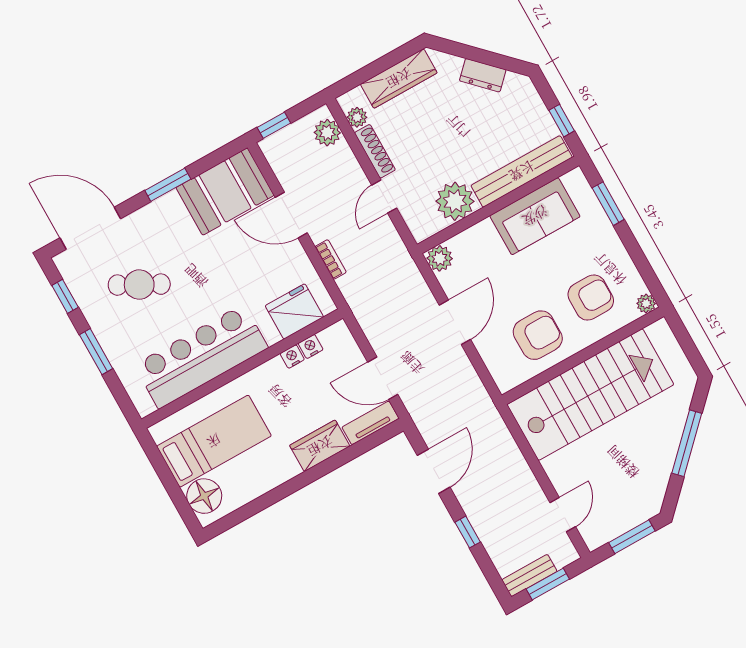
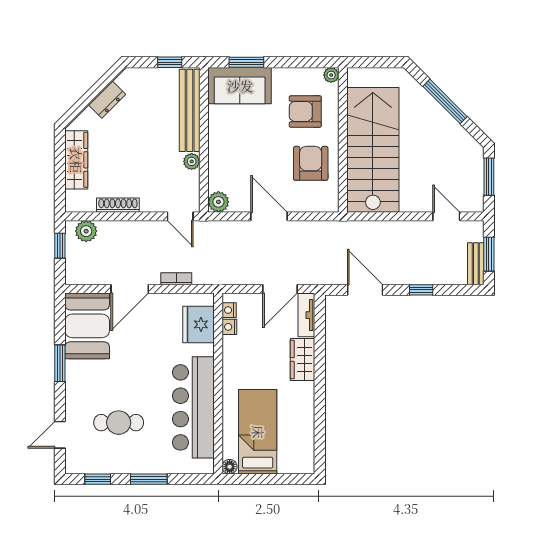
plant: (357, 117) -> (87, 204), removed
window: (274, 125) -> (60, 246), moved
door: (384, 197) -> (180, 216), moved
plant: (455, 201) -> (192, 161), width x0.53, depth x0.53
sofa: (535, 216) -> (240, 86), moved, turned 90
door: (90, 228) -> (60, 435), width x0.53
cafe table: (139, 285) -> (119, 423), turned 62
armchair: (591, 298) -> (305, 111), turned -90
nightstand: (292, 357) -> (229, 310), moved
floor lamp: (204, 496) -> (230, 467), moved, width x0.53, depth x0.53

